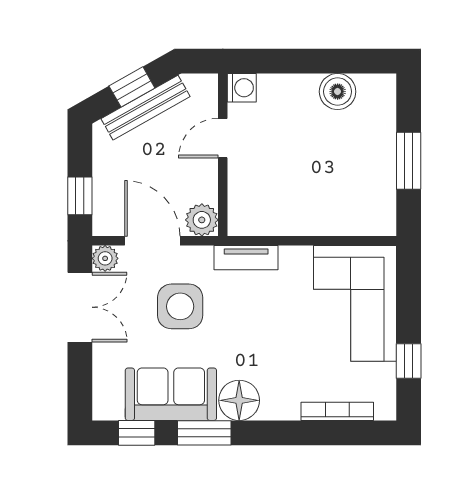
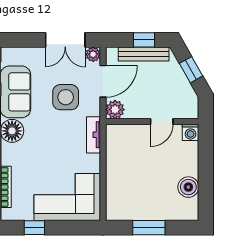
bench: (146, 108) -> (144, 54), moved, turned -60
door: (223, 138) -> (162, 122), swing flipped
window: (80, 196) -> (144, 40), moved

